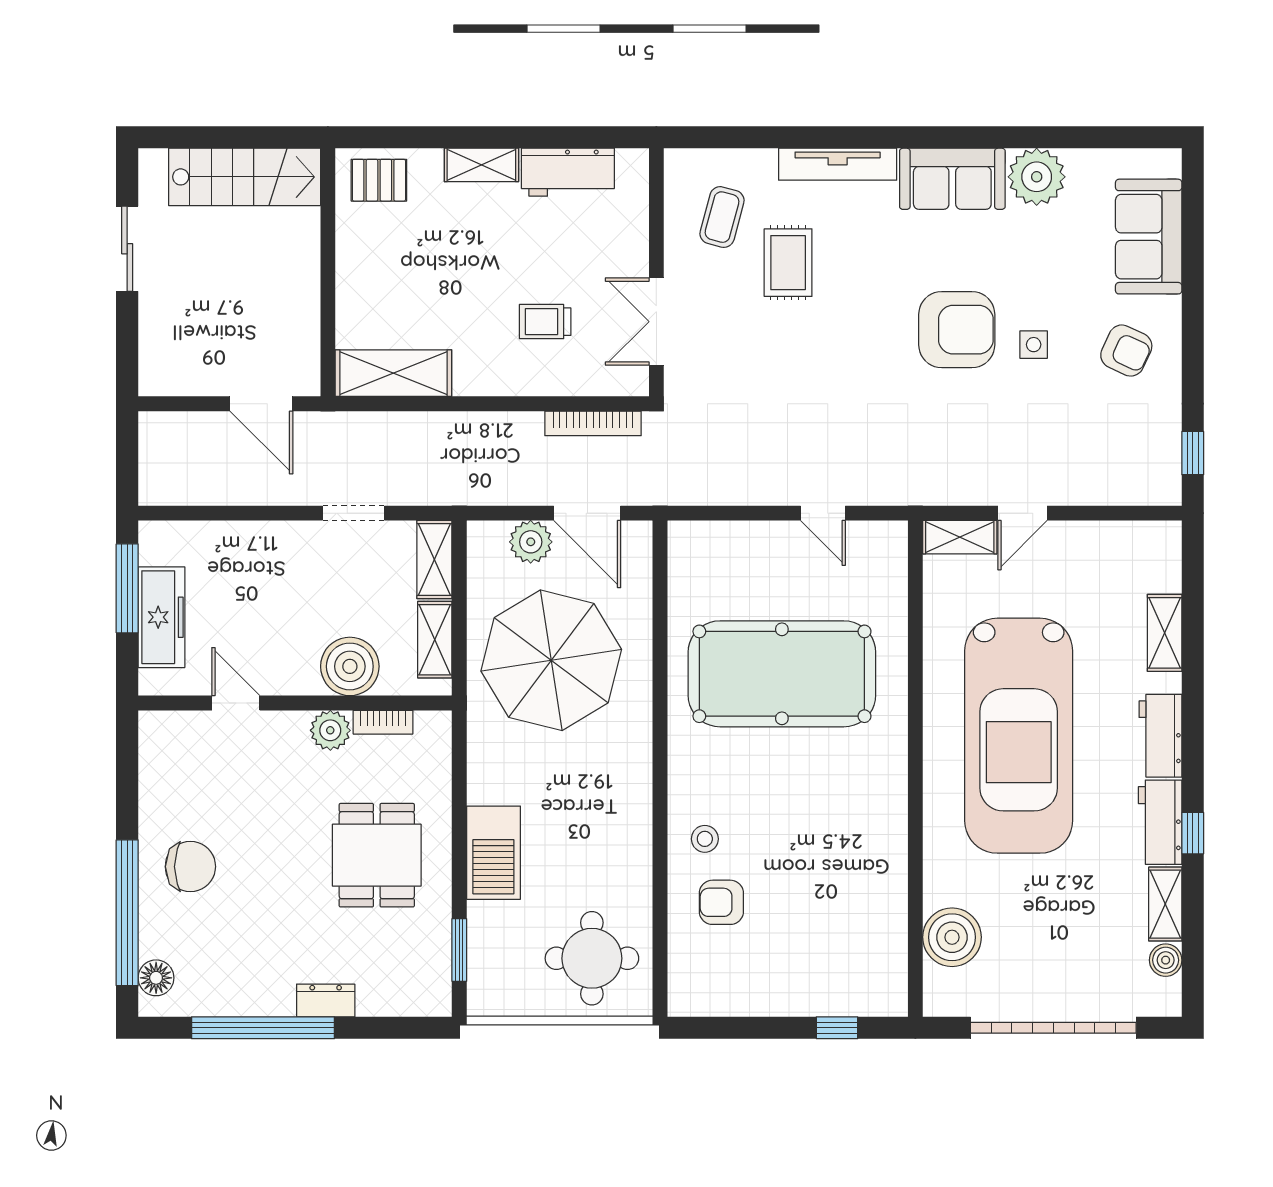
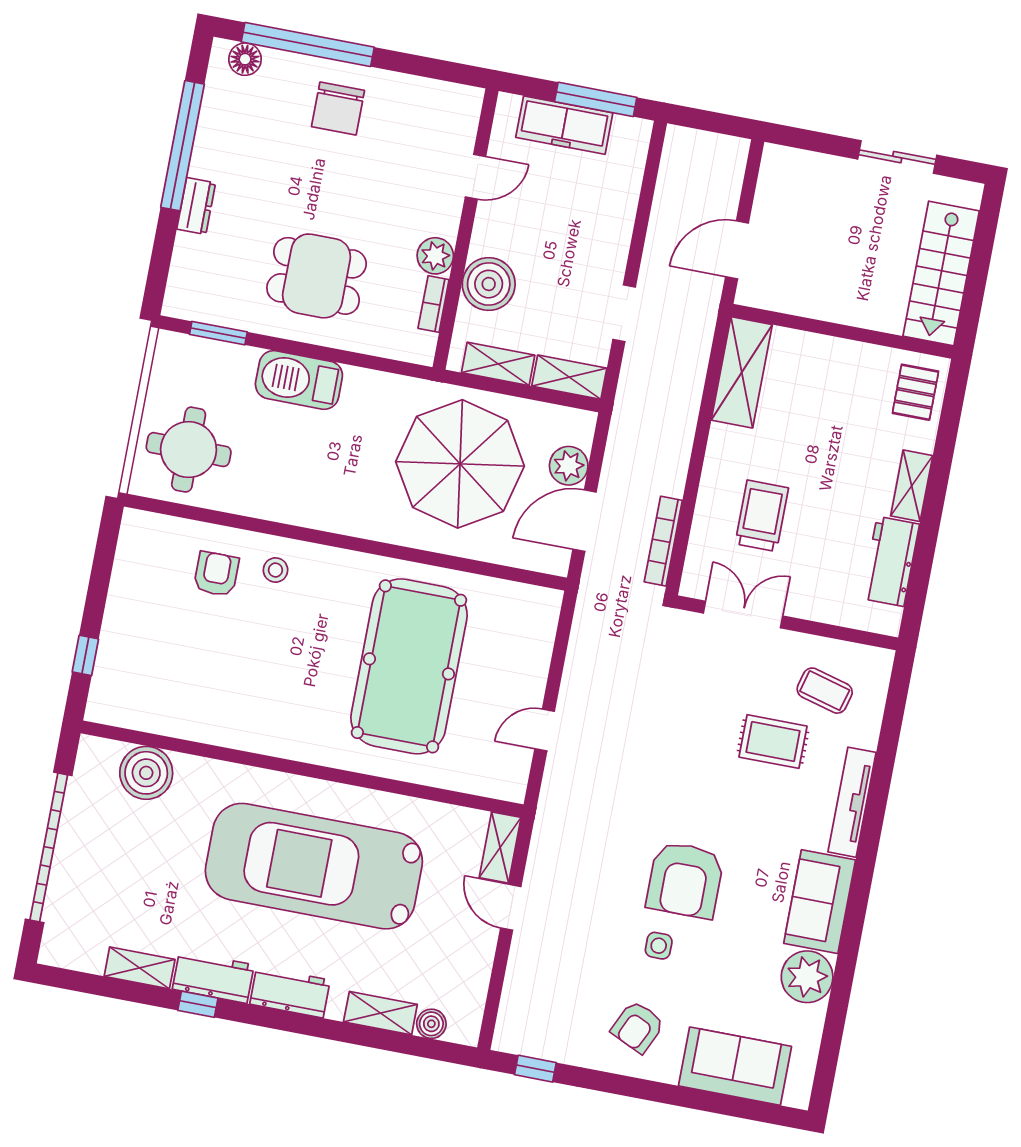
trolley: (545, 322) -> (762, 516), width x1.36, depth x1.39
boiler: (1166, 960) -> (431, 1024), moved

